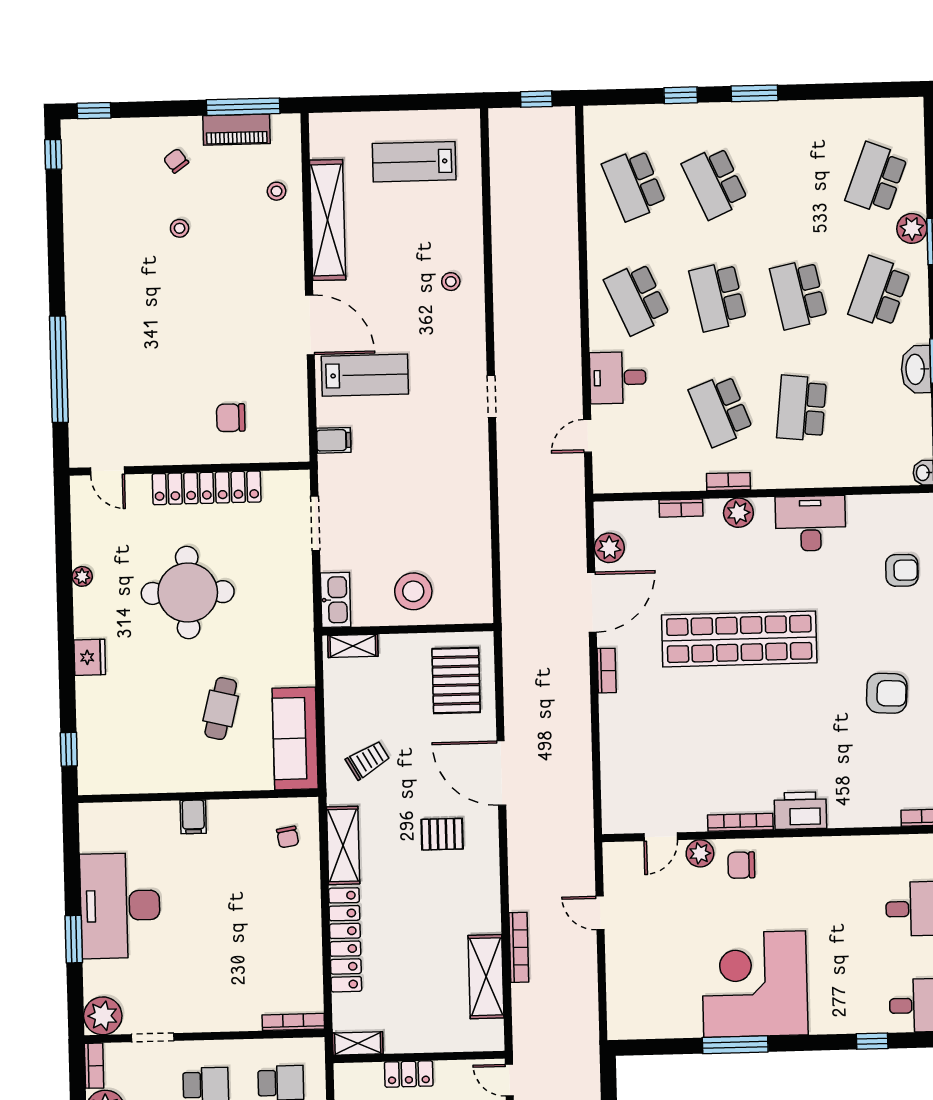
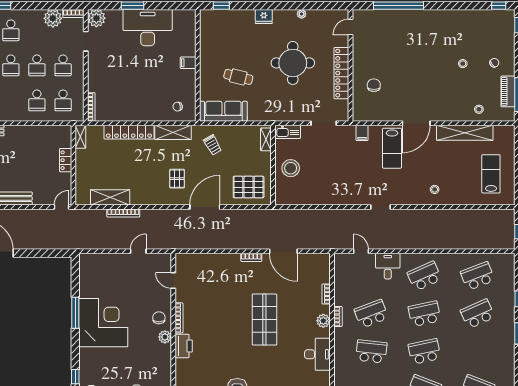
plant: (609, 548) -> (309, 260), removed
shop shelf: (739, 639) -> (264, 320), width x0.71
plant: (700, 853) -> (165, 337), moved

